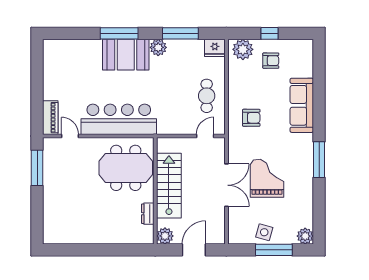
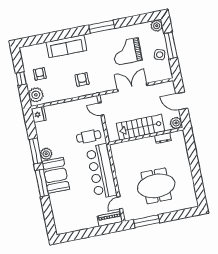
window: (180, 33) -> (36, 151), moved
cafe table: (207, 96) -> (89, 136), moved
meeting table: (126, 168) -> (156, 186), moved, turned 90
grand piano: (267, 178) -> (127, 51), moved

